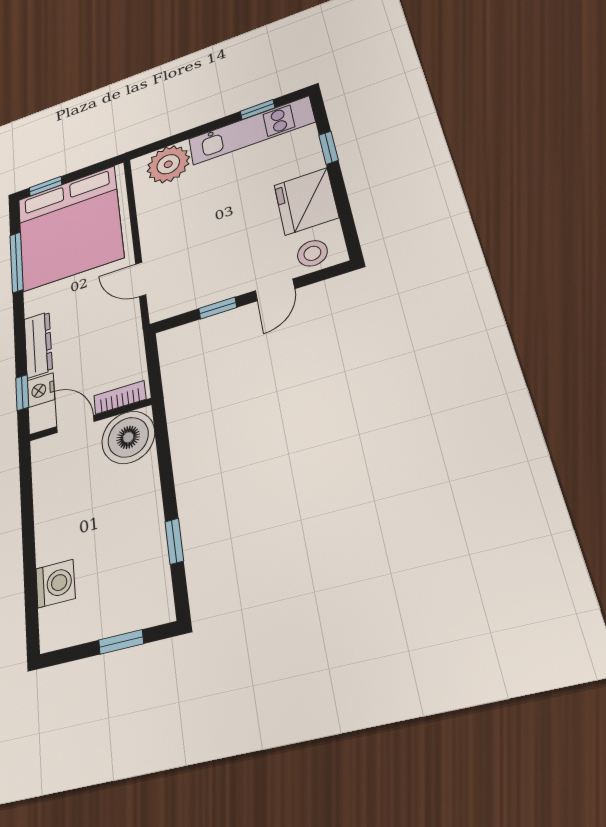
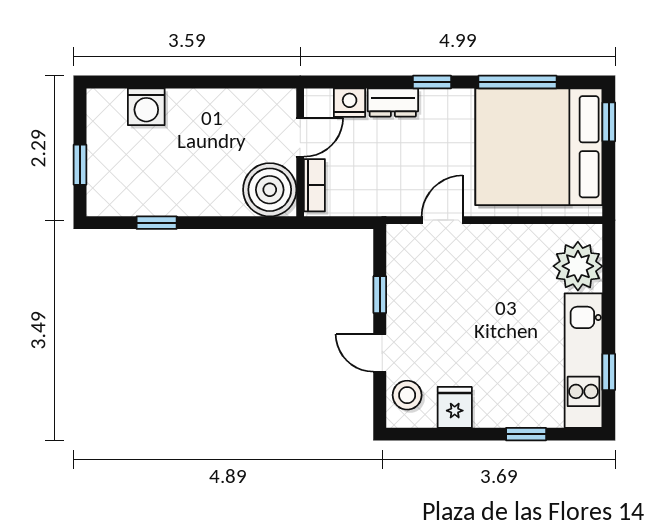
fridge: (306, 201) -> (455, 407), width x0.53, depth x0.75
dresser: (38, 345) -> (393, 102), width x0.70
window: (22, 393) -> (432, 82), moved

